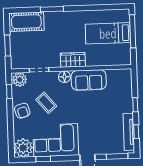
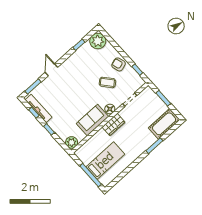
plant: (20, 80) -> (72, 142), moved
corner sofa: (56, 140) -> (81, 64), removed

